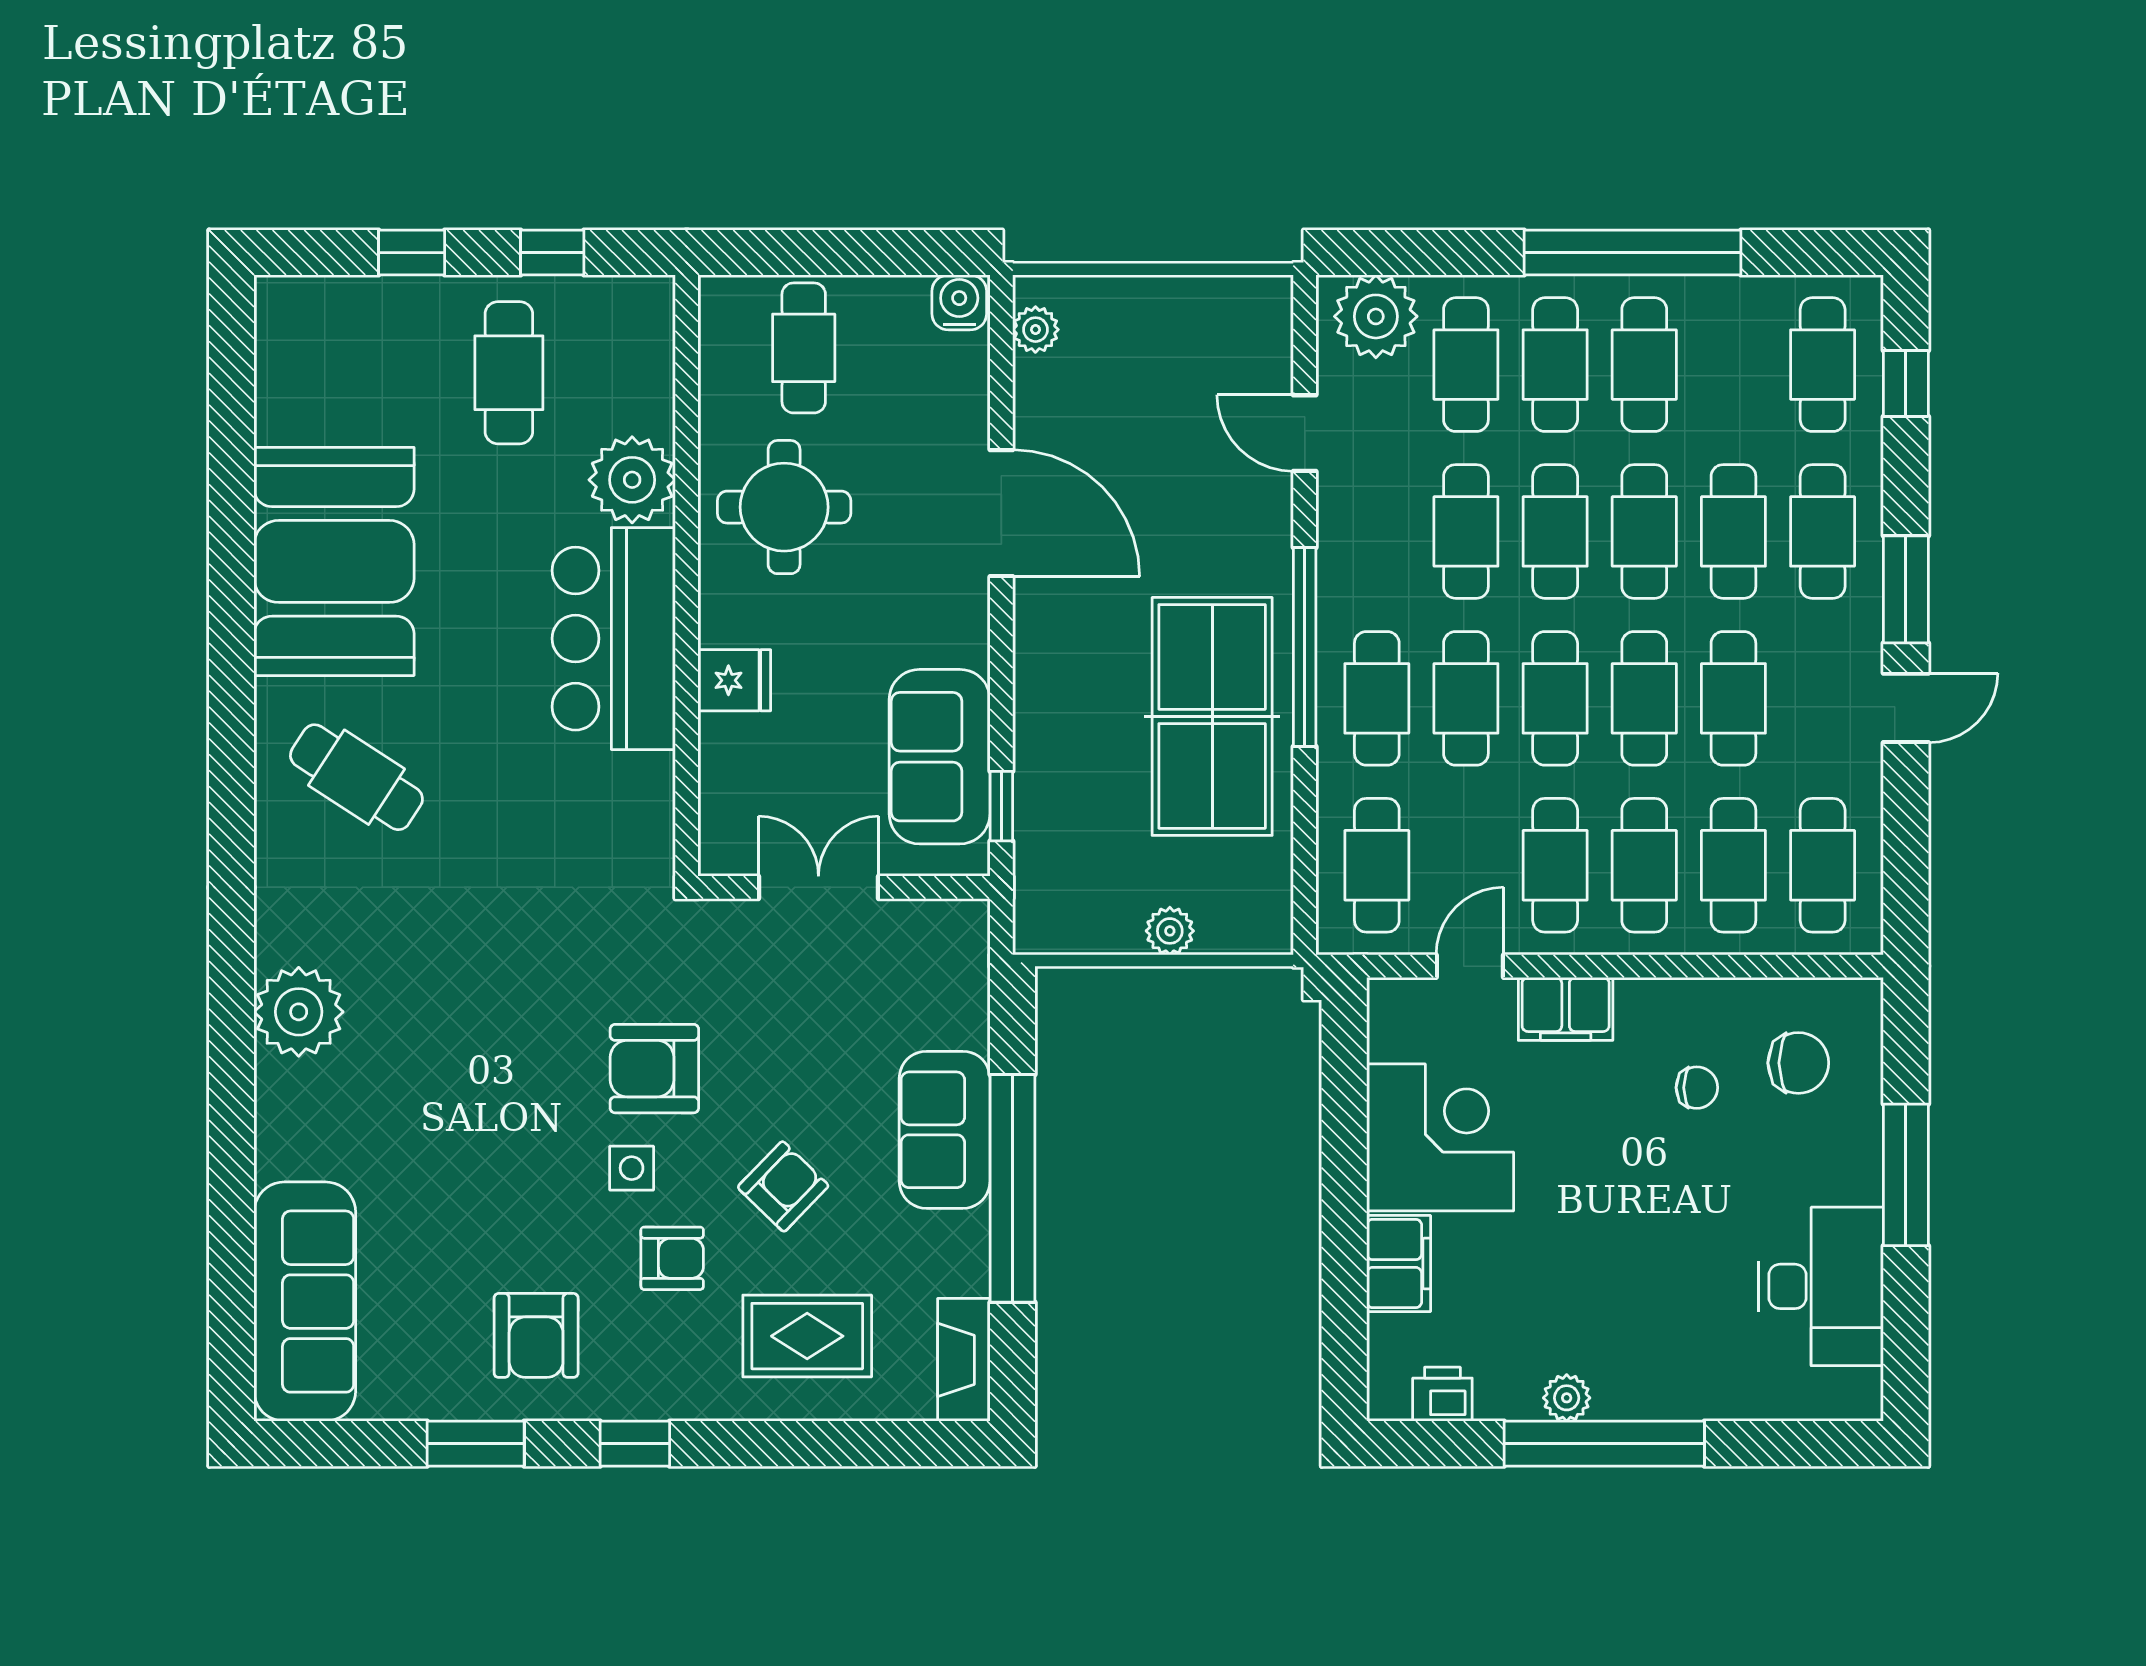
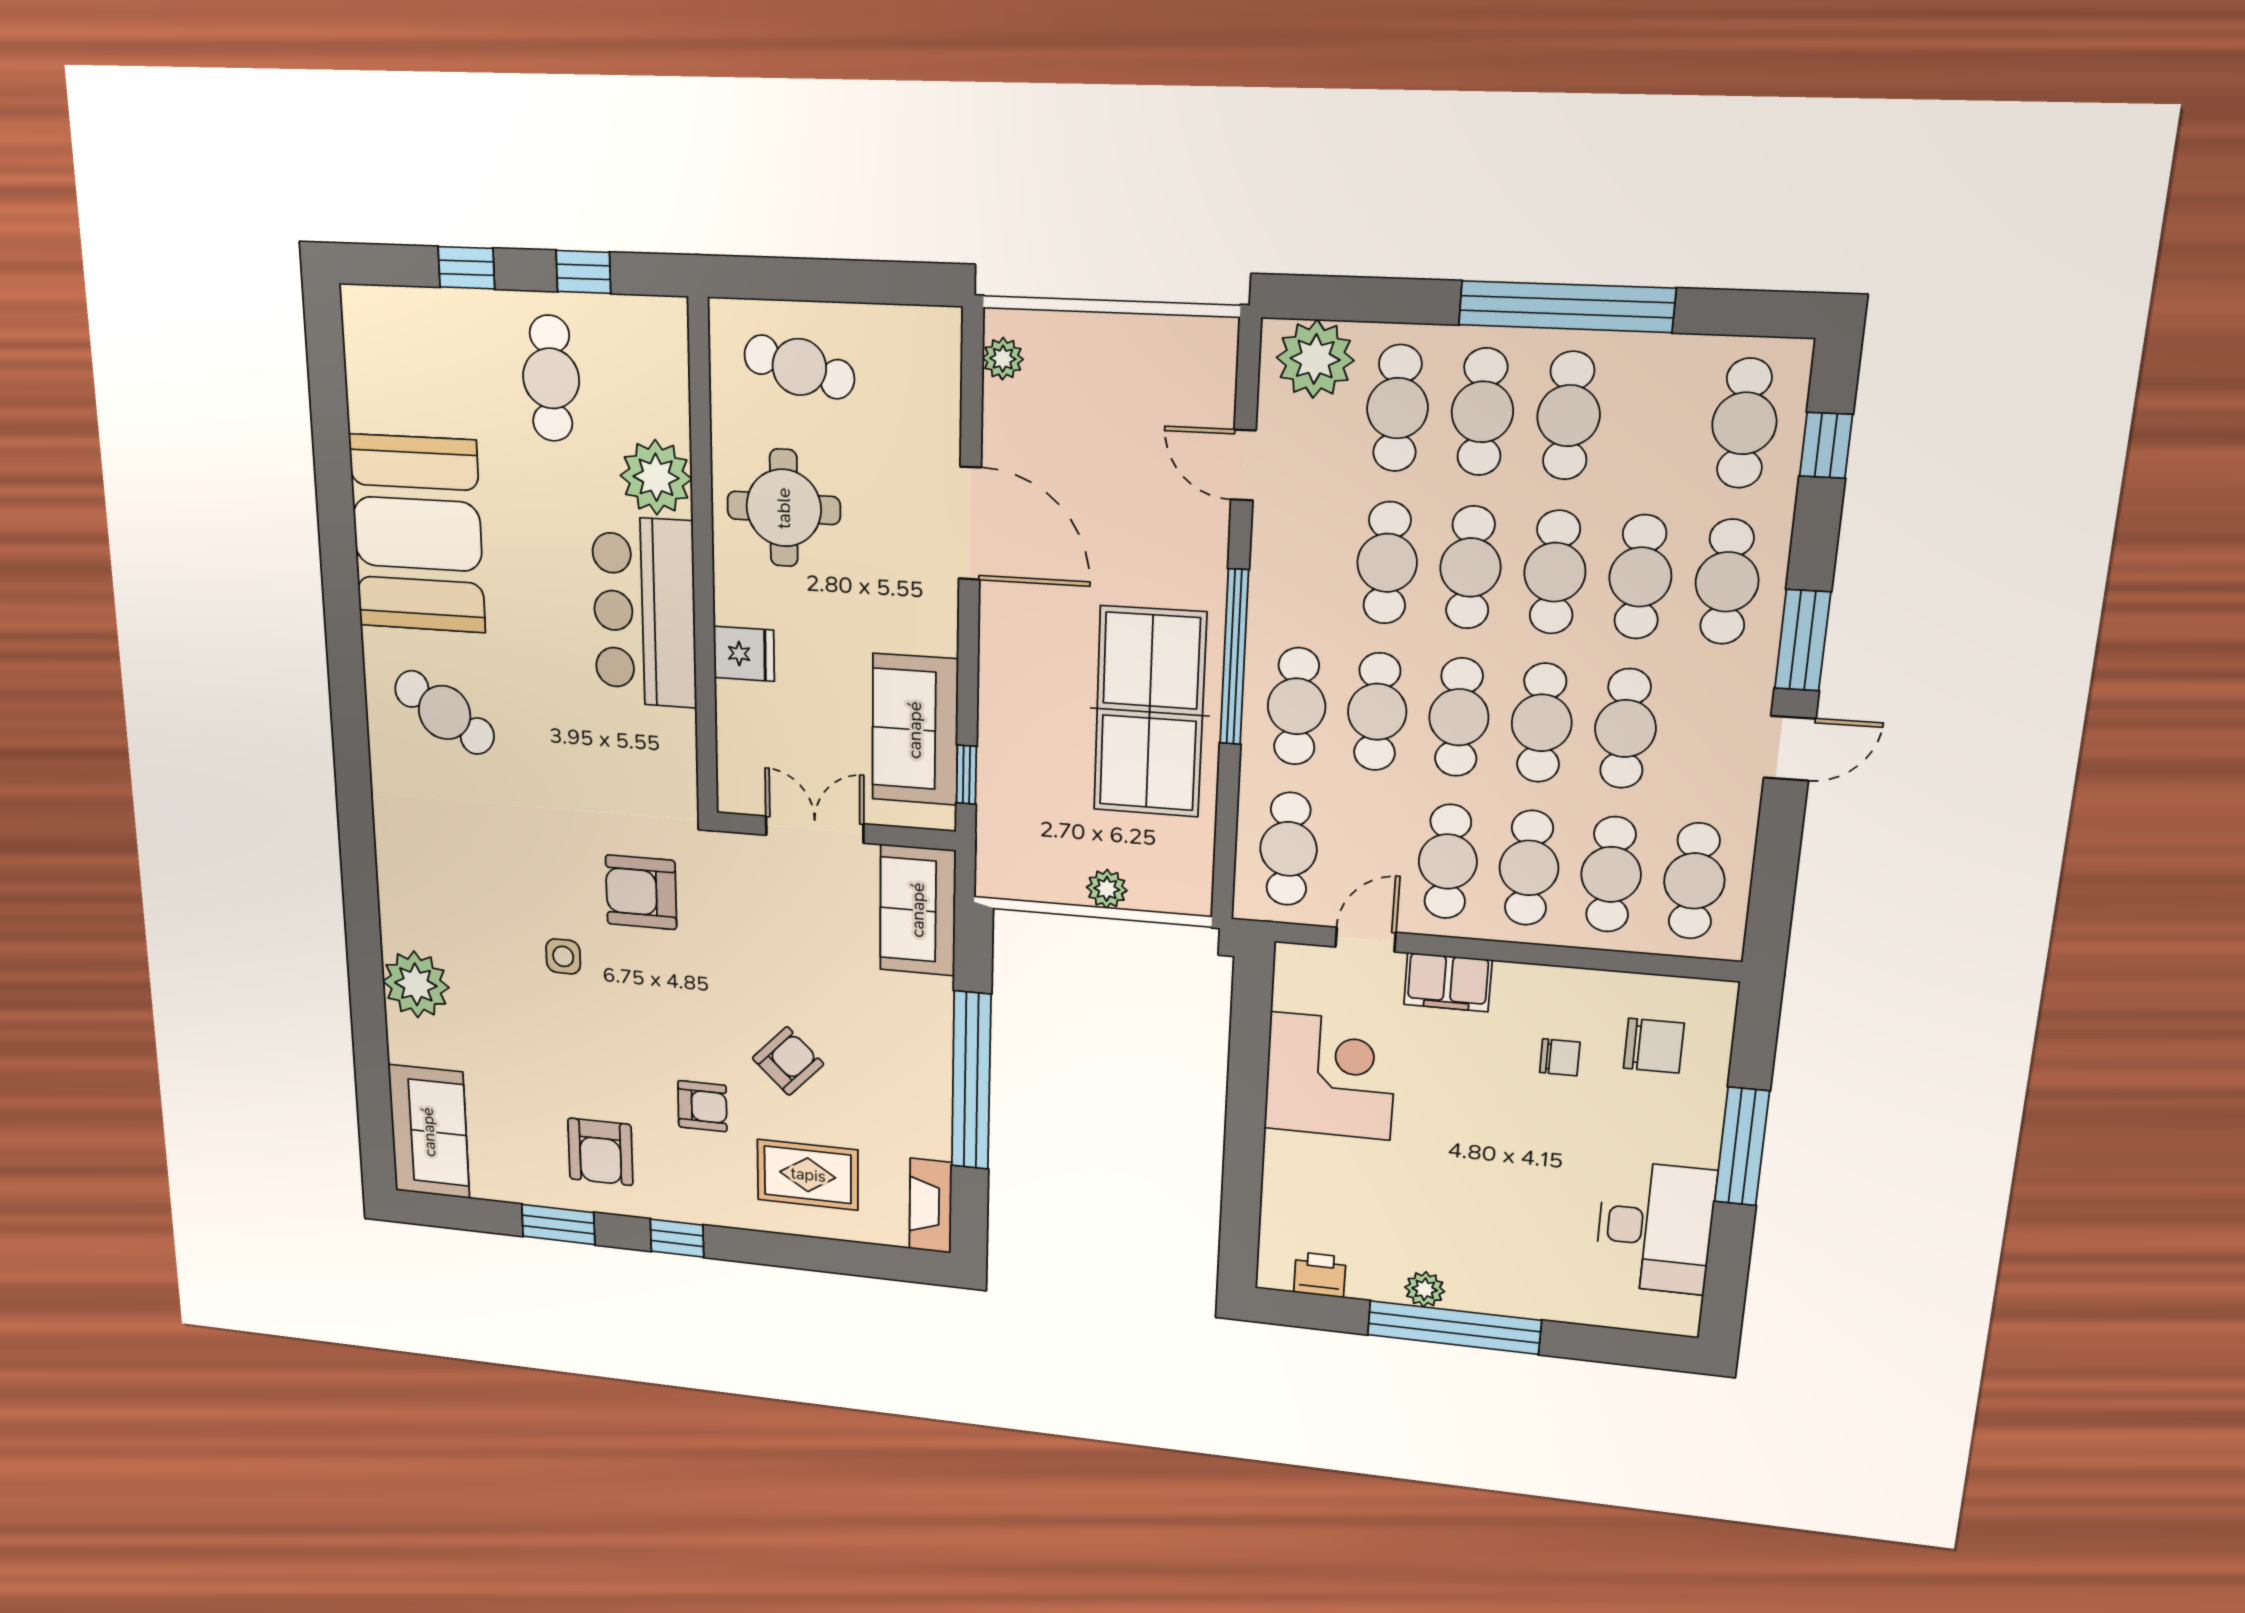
water cooler: (959, 302) -> (935, 331), removed
cafe table: (804, 348) -> (799, 367), turned -75
plant: (299, 1012) -> (416, 984), moved
armchair: (654, 1069) -> (641, 892), moved
sofa: (945, 1130) -> (918, 910), moved
side table: (632, 1168) -> (563, 956), moved
filing cabinet: (1399, 1264) -> (1289, 1171), removed
sofa: (305, 1302) -> (429, 1132), width x0.73

